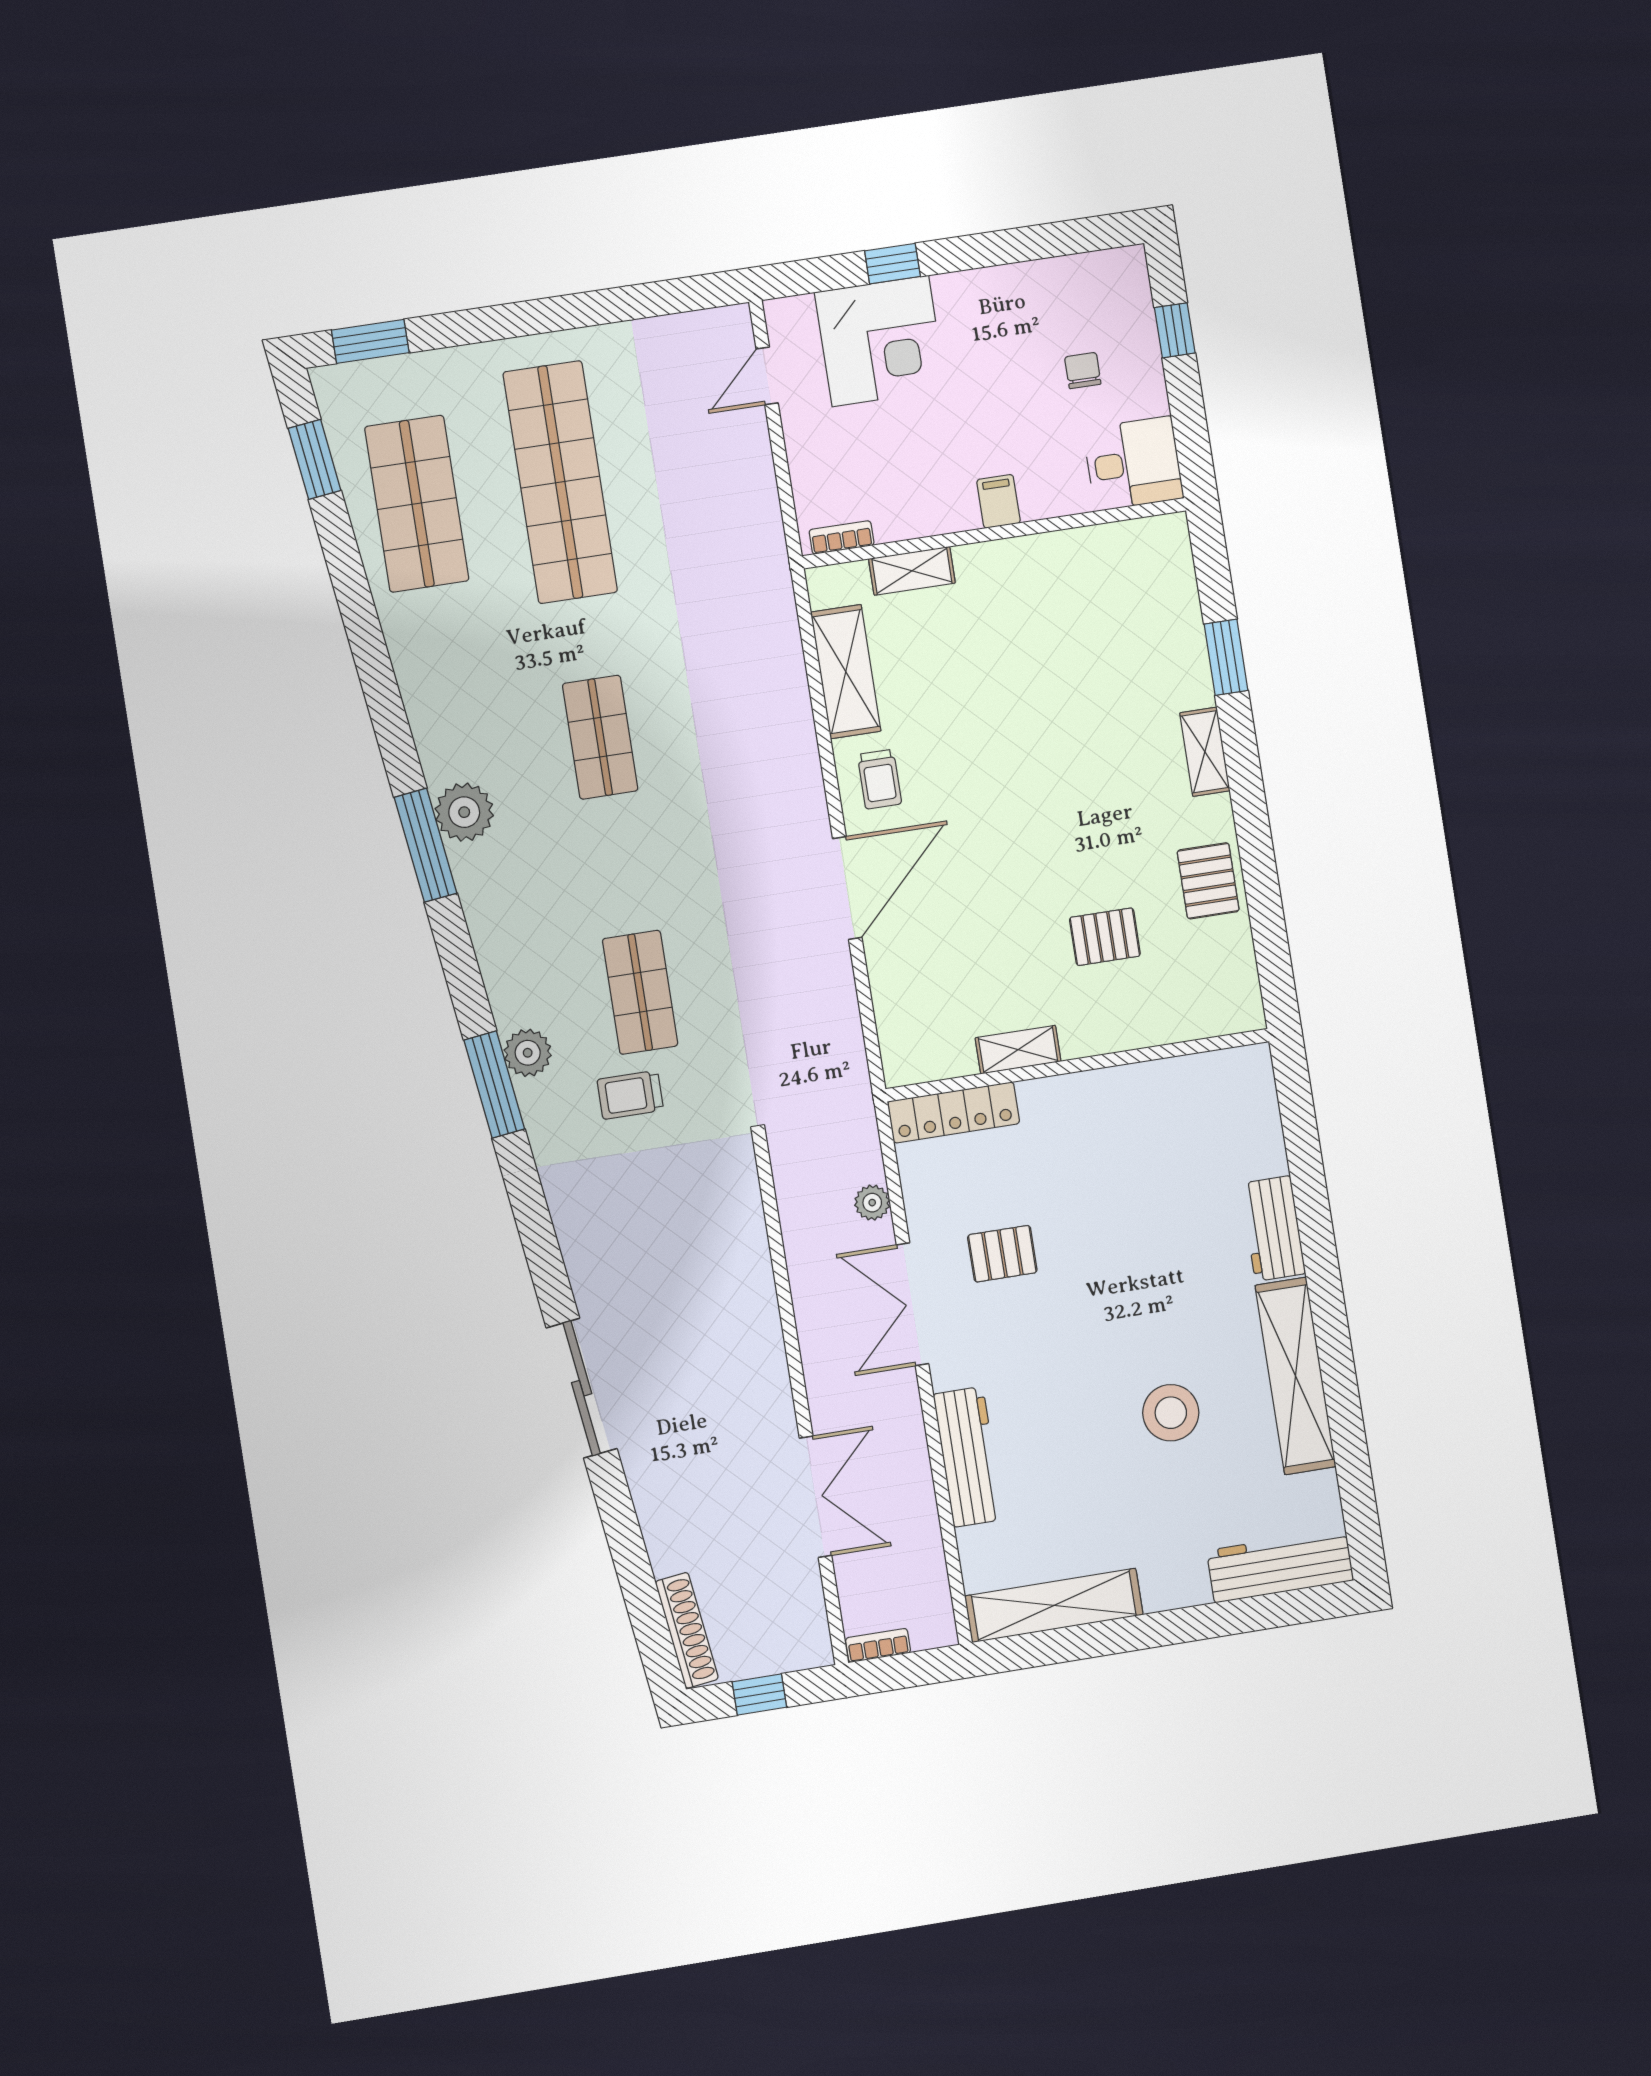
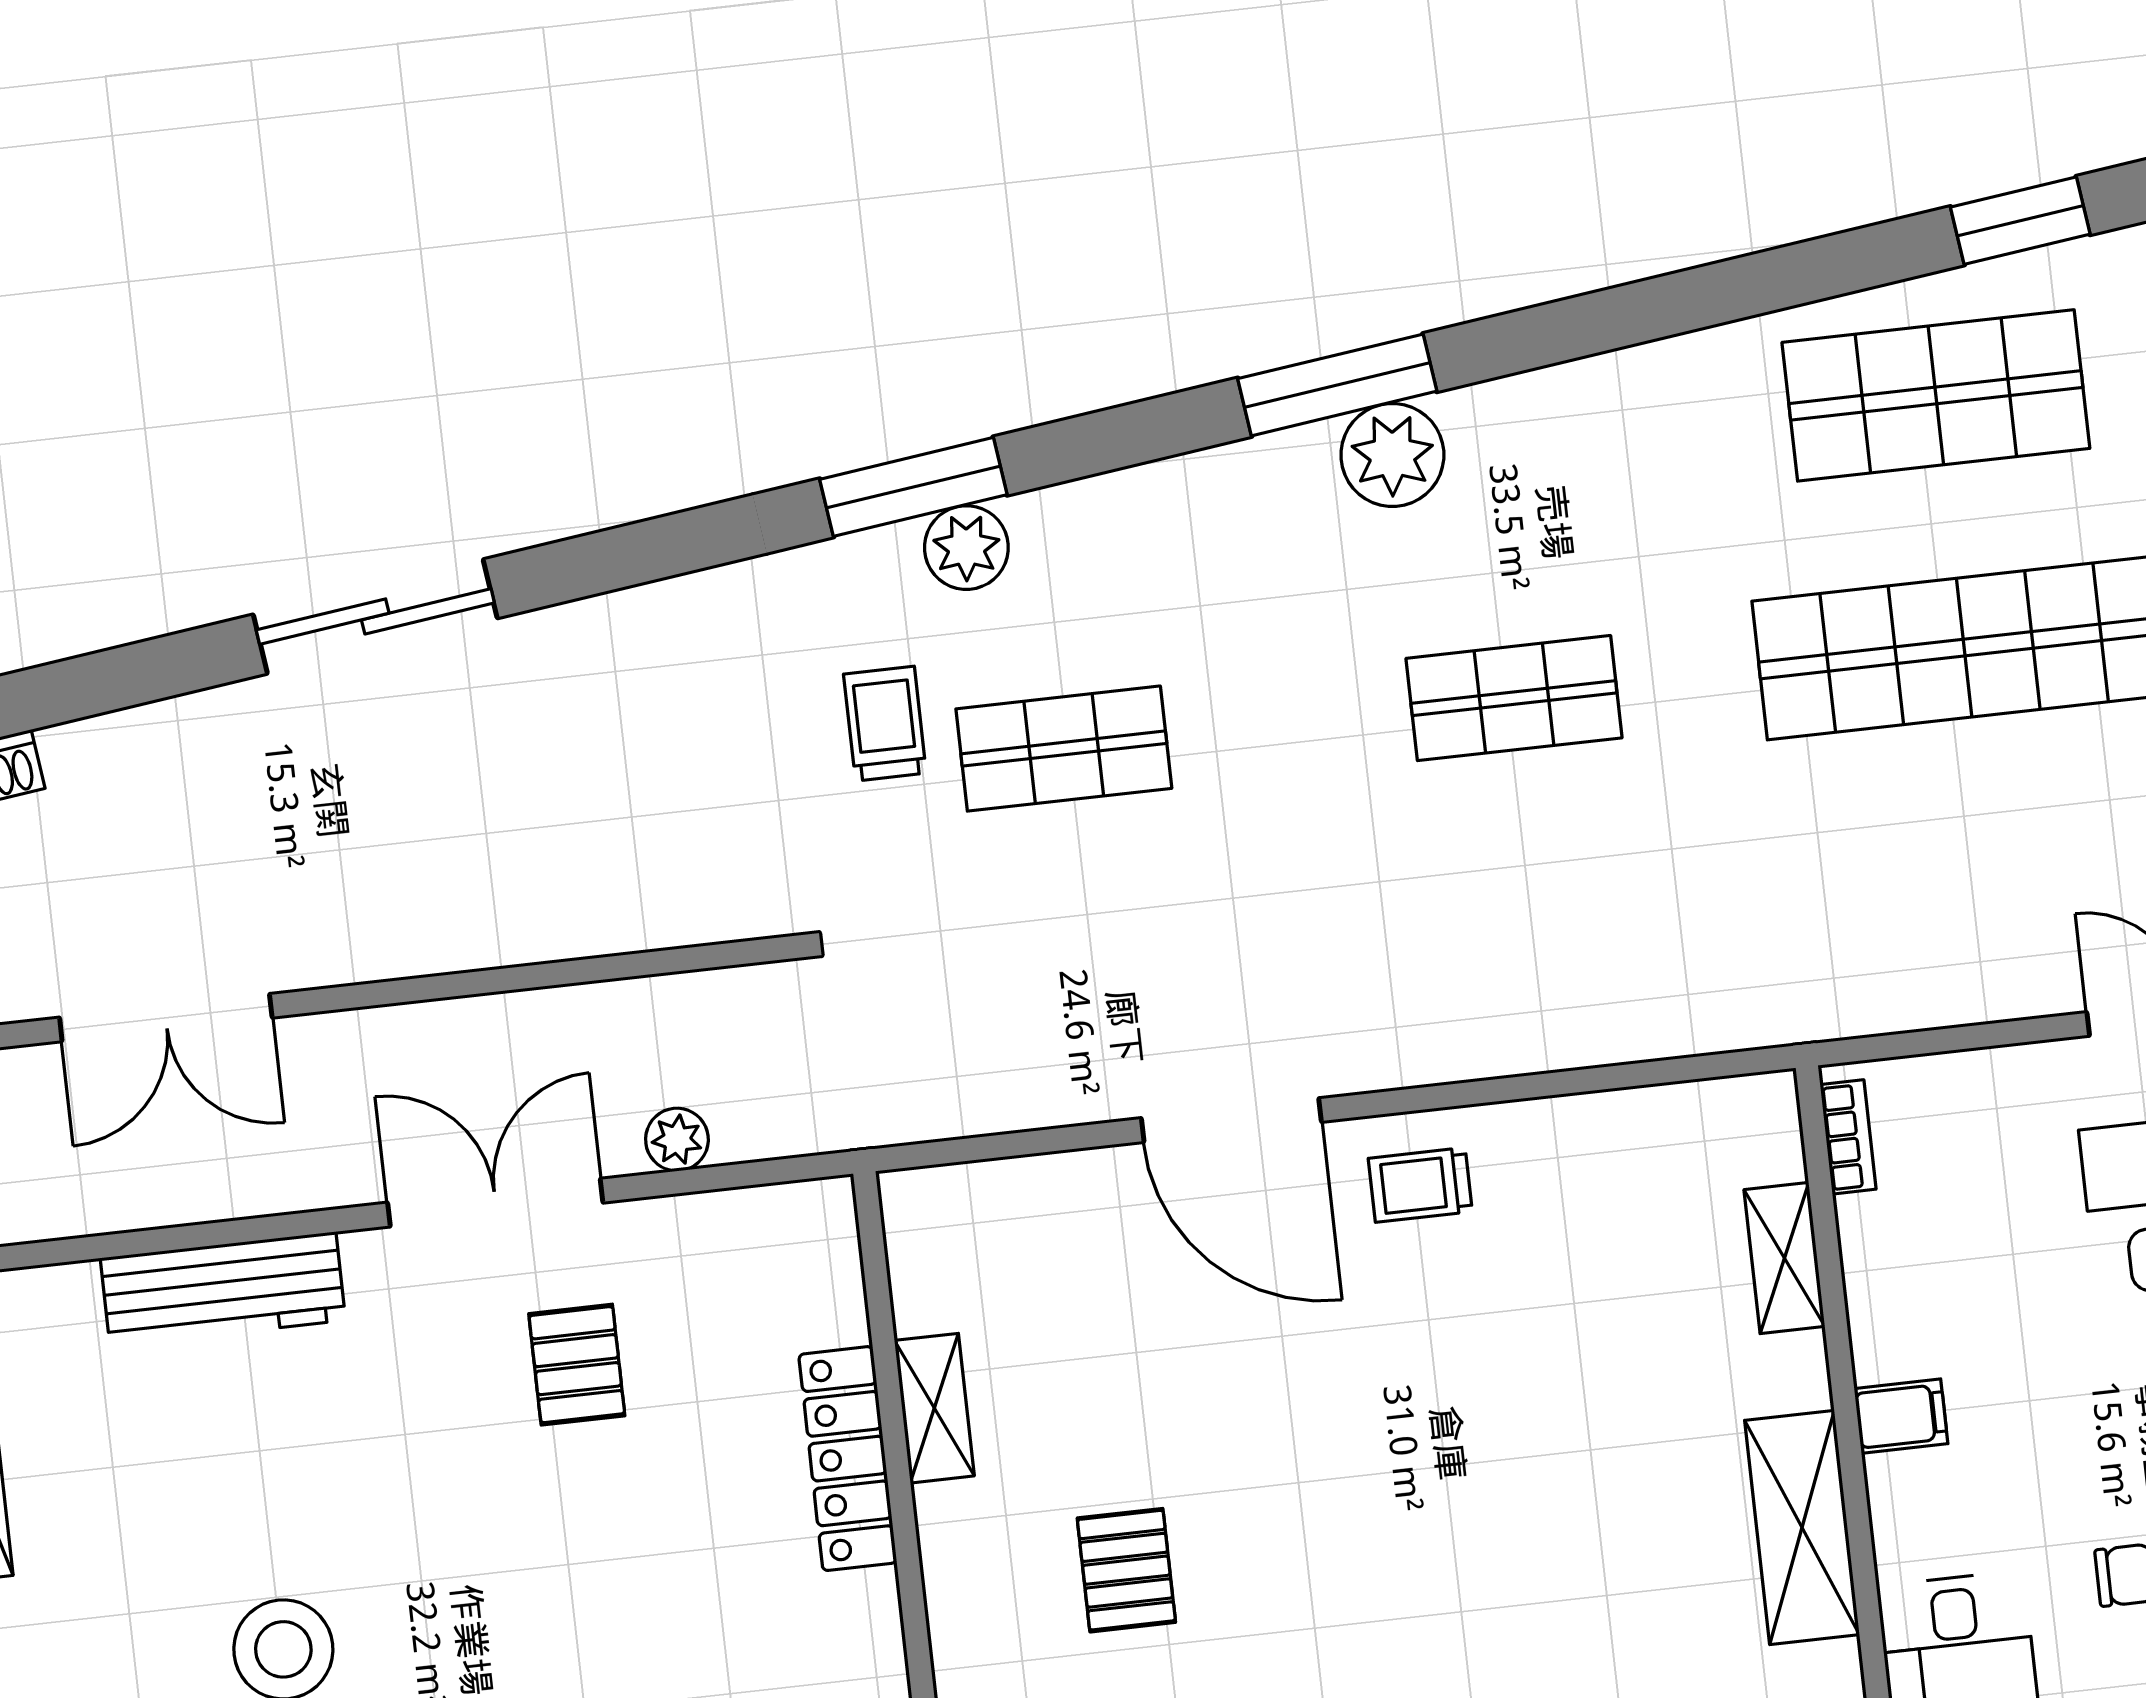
shelving: (846, 672) -> (1802, 1527), moved, turned 90
locker: (954, 1112) -> (848, 1459), moved

